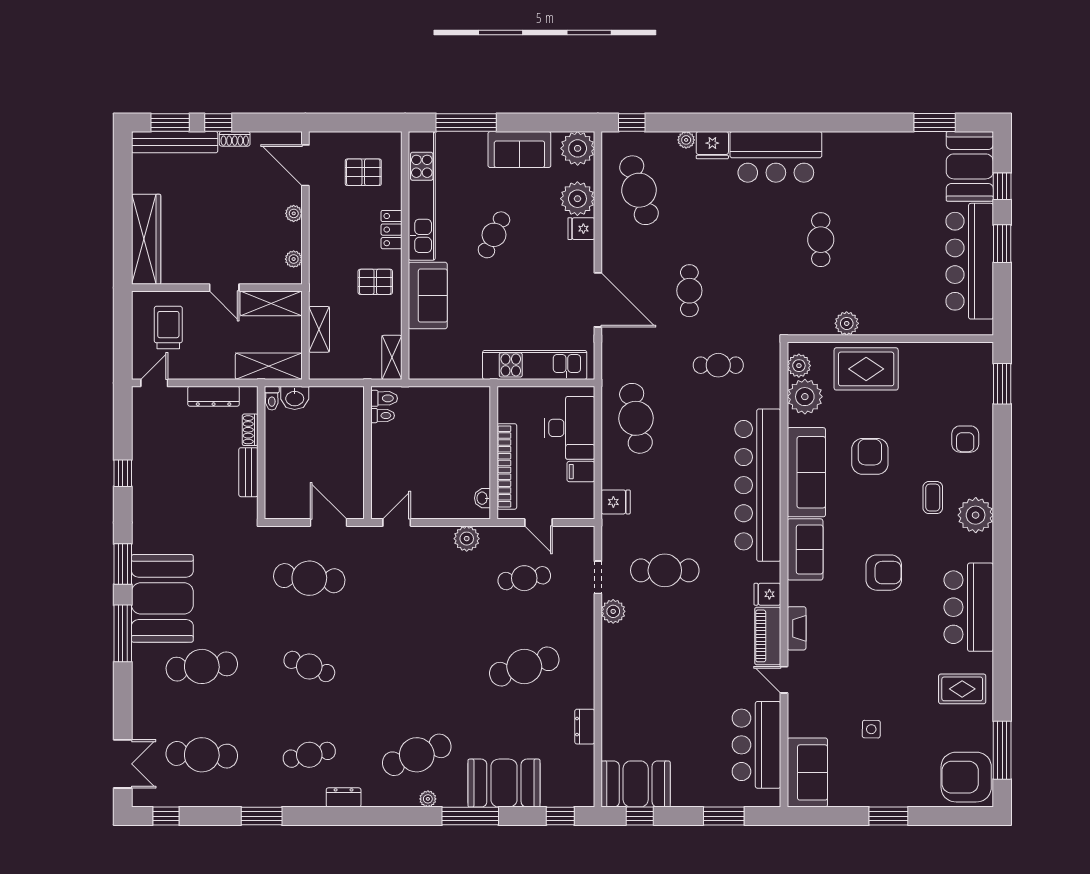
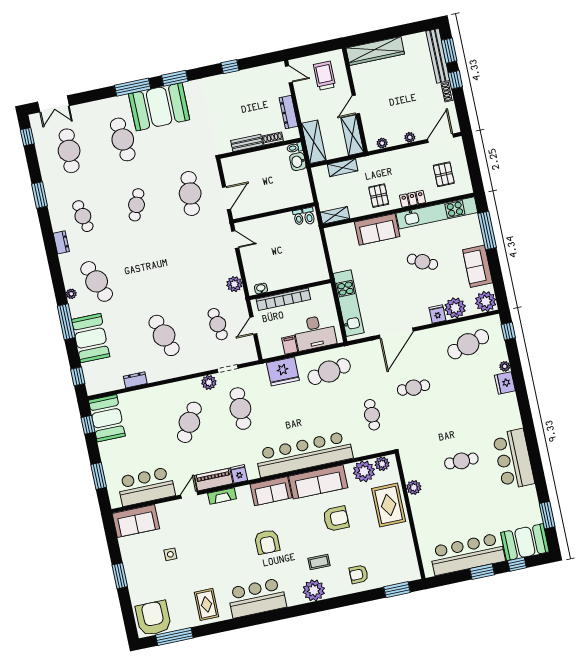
bar counter: (776, 157) -> (513, 459), moved
trolley: (168, 328) -> (324, 76), turned -90
fridge: (616, 502) -> (283, 371), width x1.88, depth x1.34
cafe table: (670, 655) -> (189, 422), added

